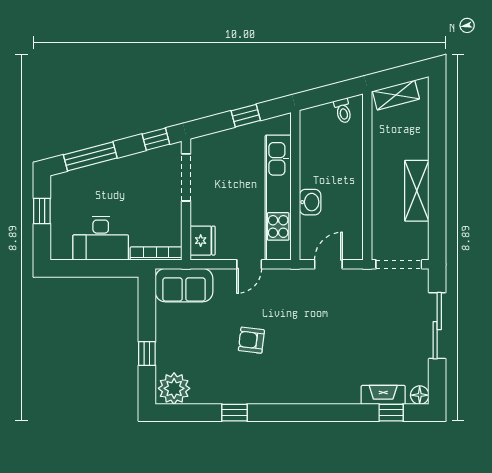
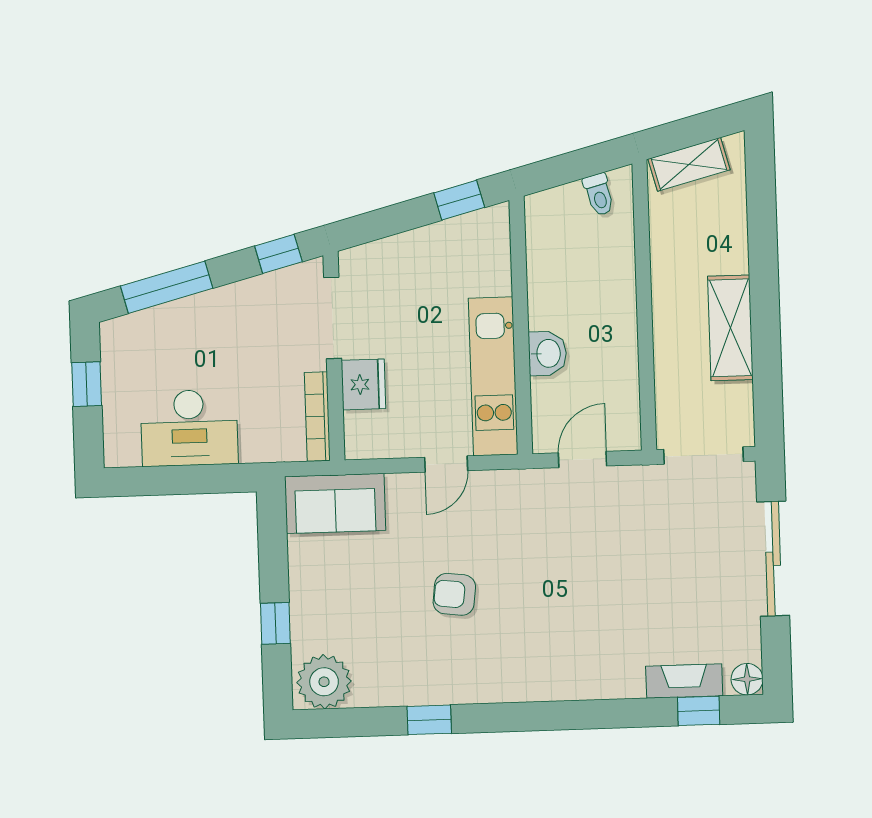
window: (246, 116) -> (459, 200), moved
kitchen unit: (278, 198) -> (493, 376), width x0.73
fridge: (203, 241) -> (363, 384), moved
bookcase: (156, 254) -> (317, 417), moved, turned -90

